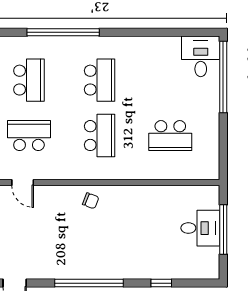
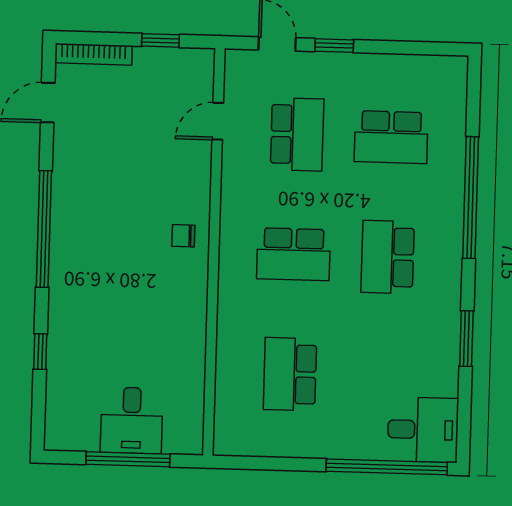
window: (146, 32) -> (466, 339), added
school desk: (100, 80) -> (388, 257), turned 90
chair: (91, 201) -> (183, 236), turned 69

